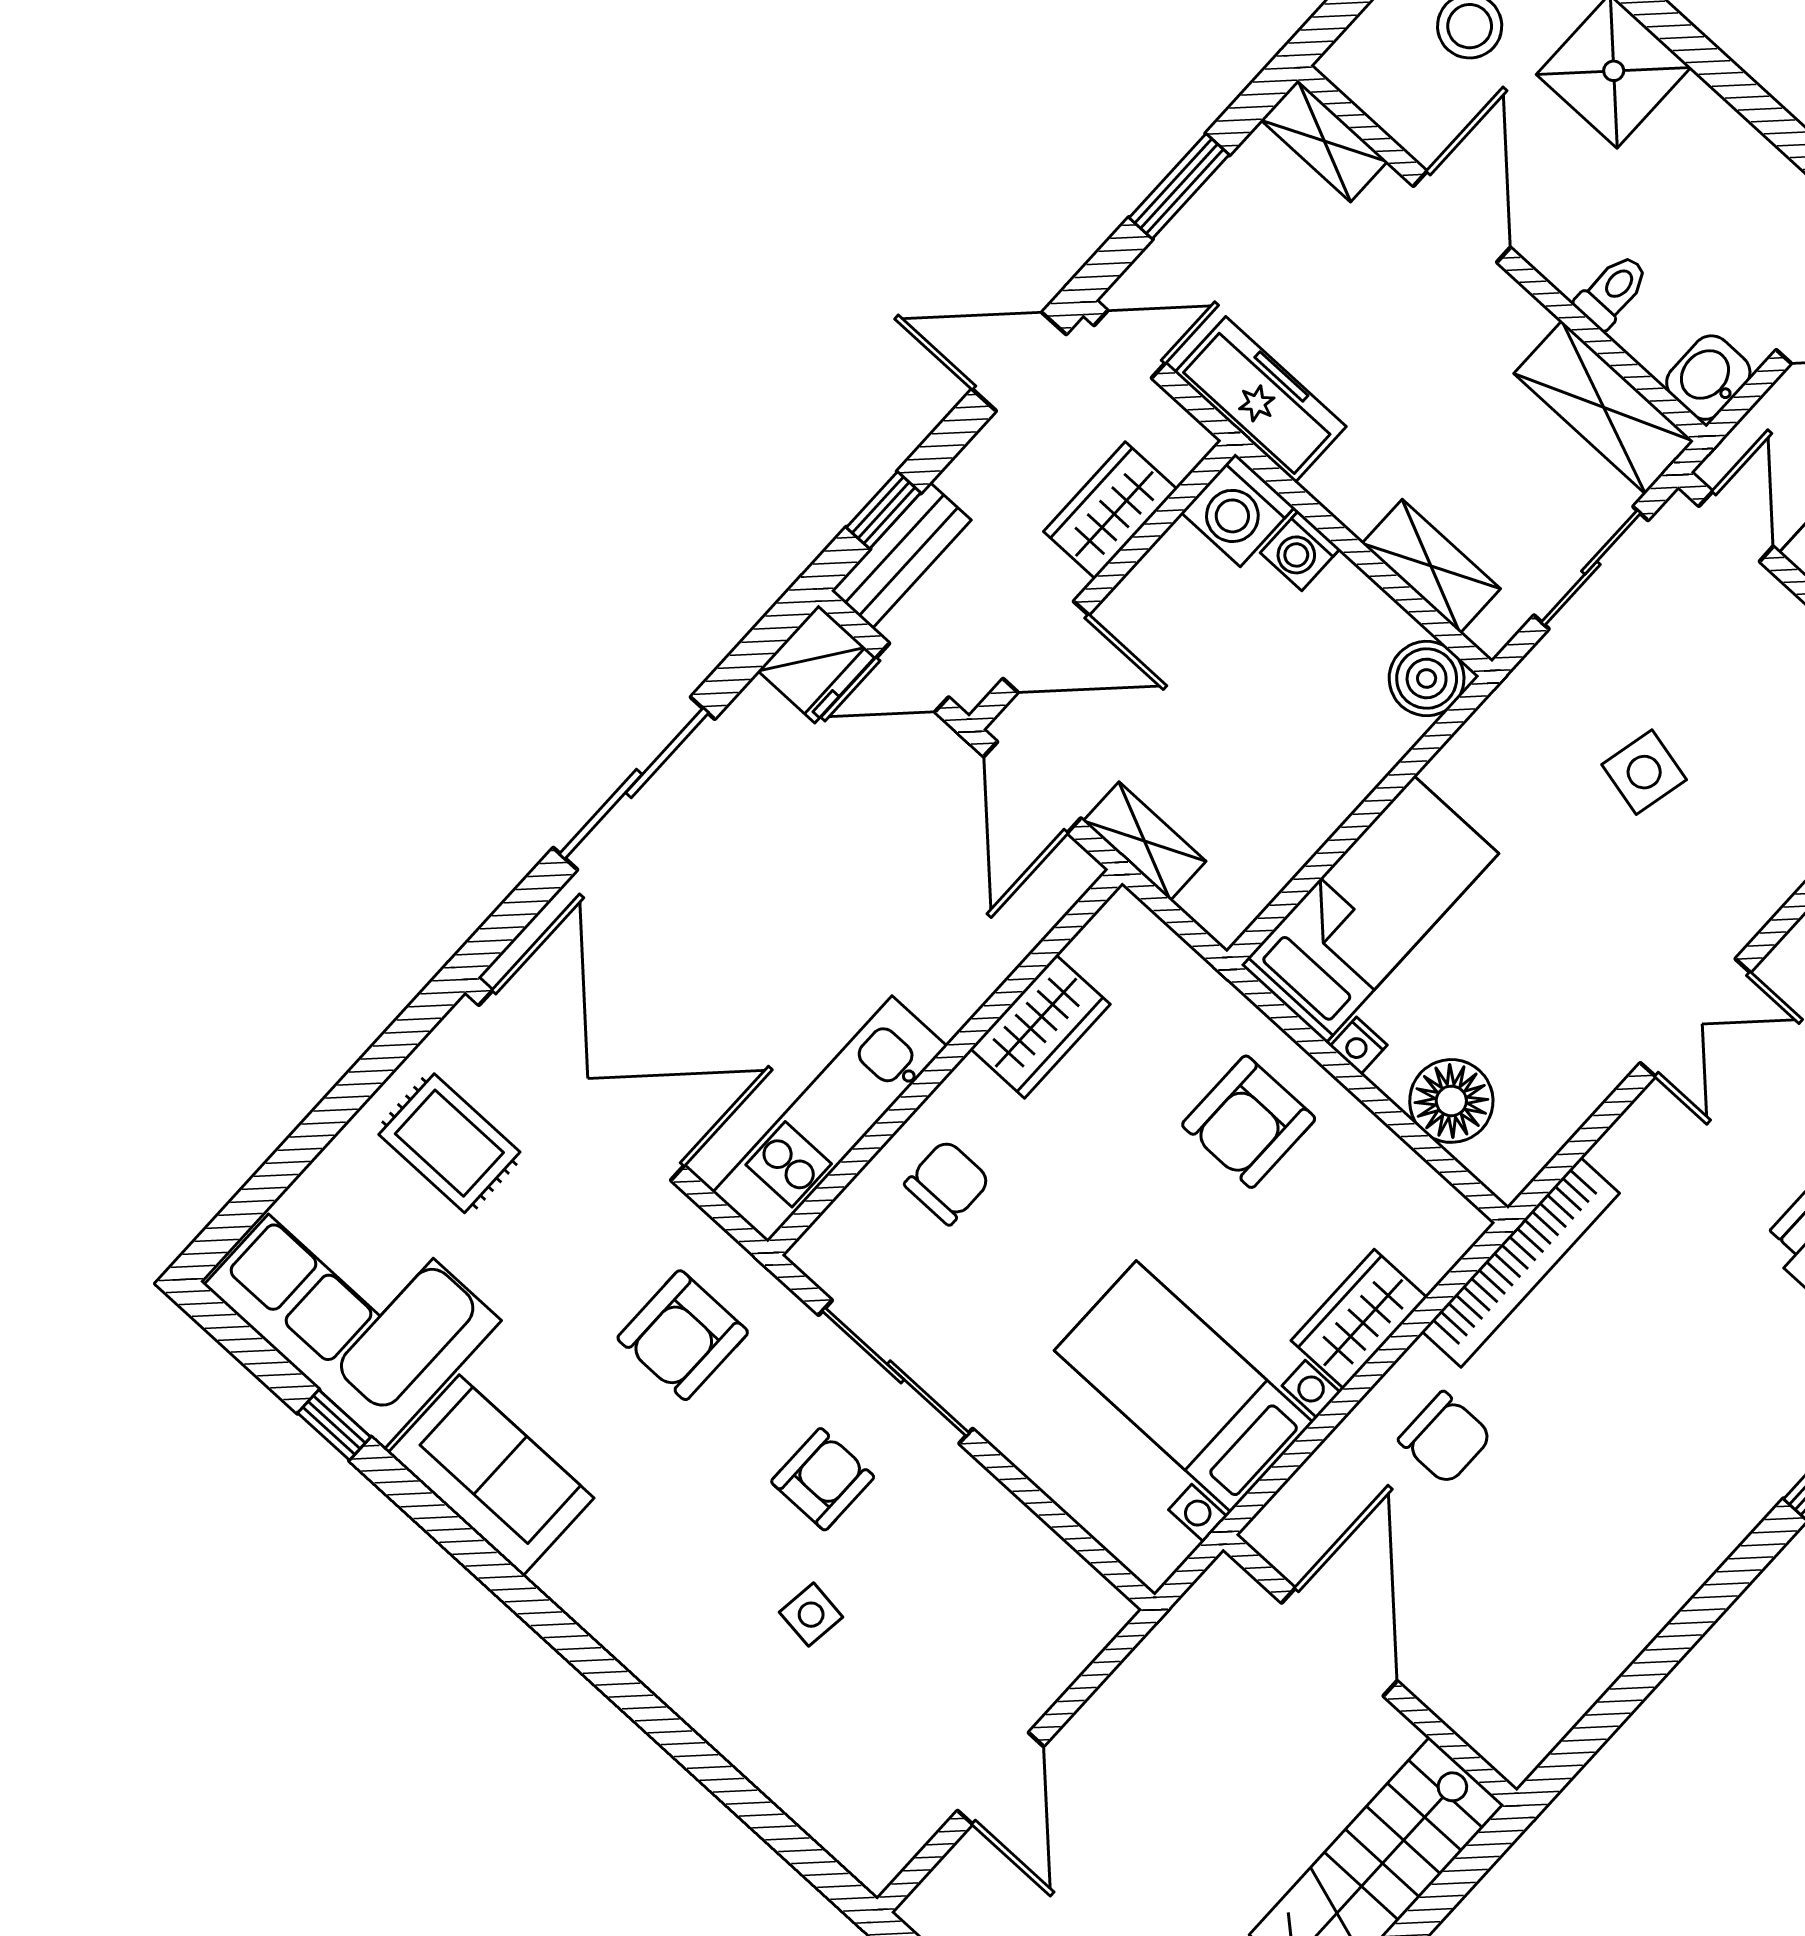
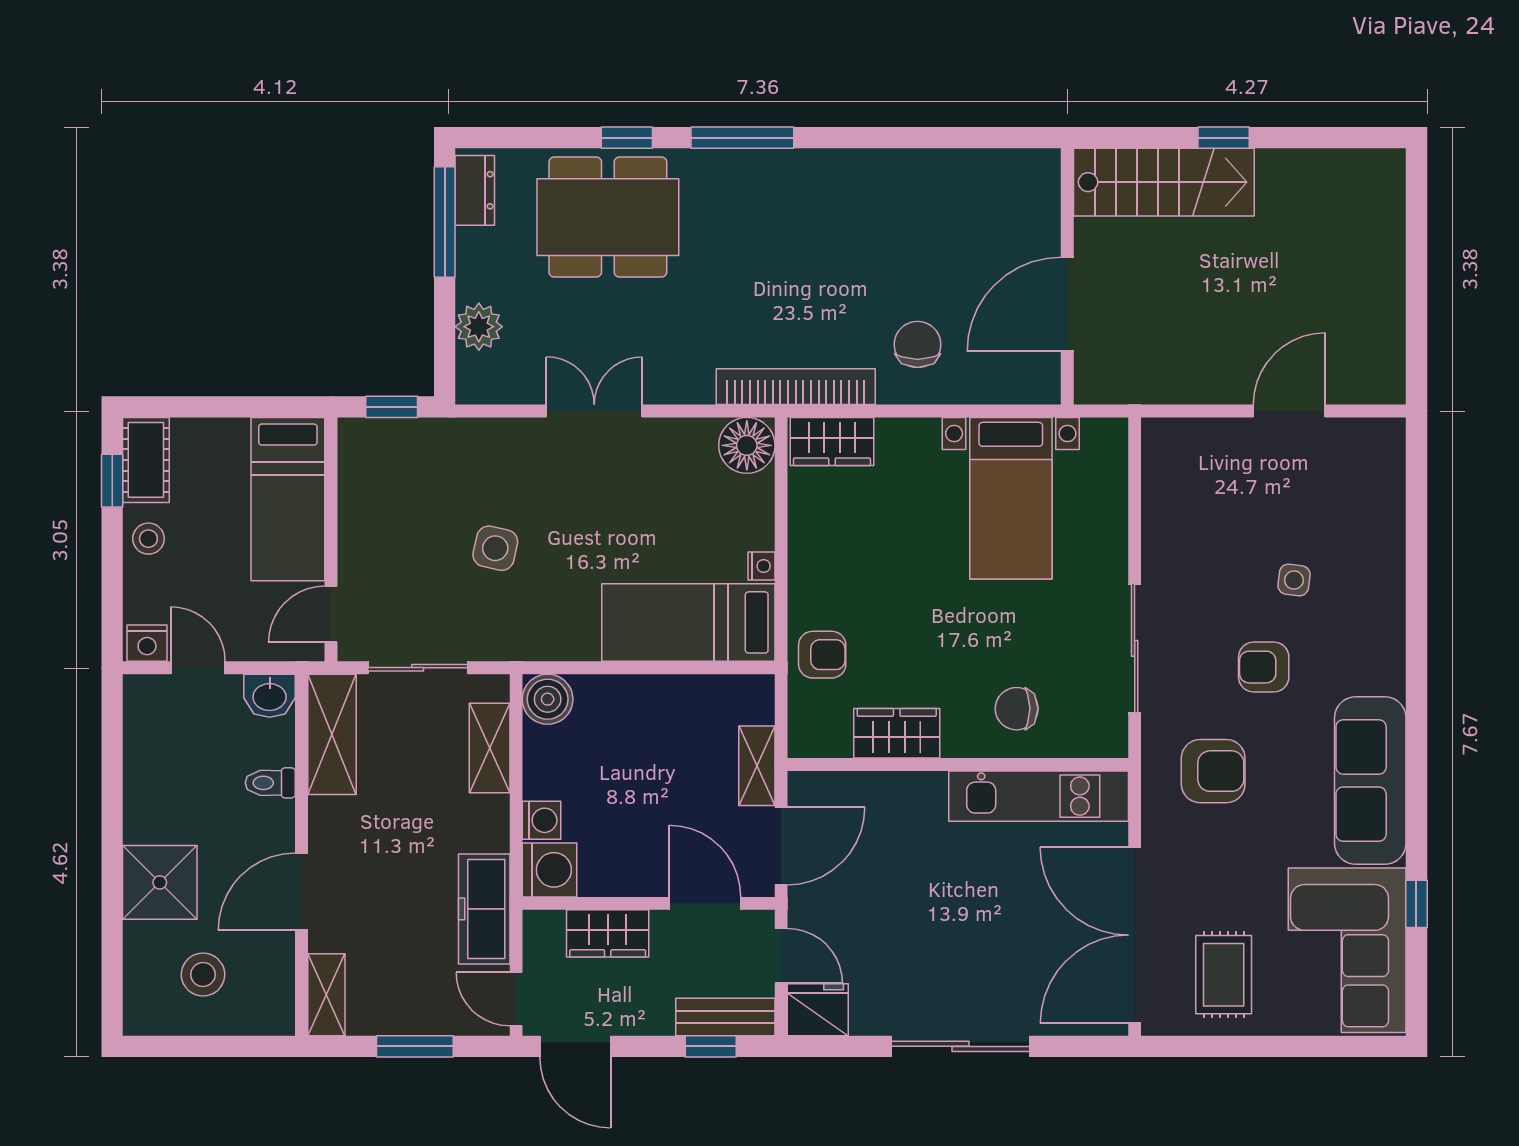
floor lamp: (1451, 1101) -> (747, 445), moved
armchair: (1249, 1122) -> (822, 655), moved, width x0.72, depth x0.72
wardrobe: (1359, 1319) -> (832, 442), moved
sofa: (491, 1475) -> (1370, 781), width x1.36
armchair: (823, 1479) -> (1264, 667), moved

